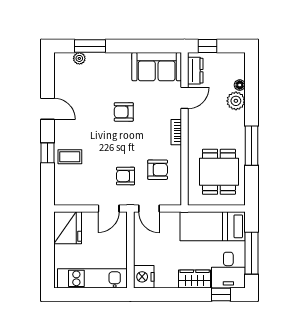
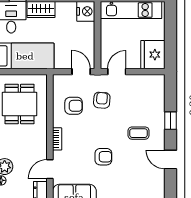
coffee table: (70, 157) -> (139, 133), moved
armchair: (158, 170) -> (74, 106), turned 180
armchair: (126, 176) -> (102, 100), turned -85

